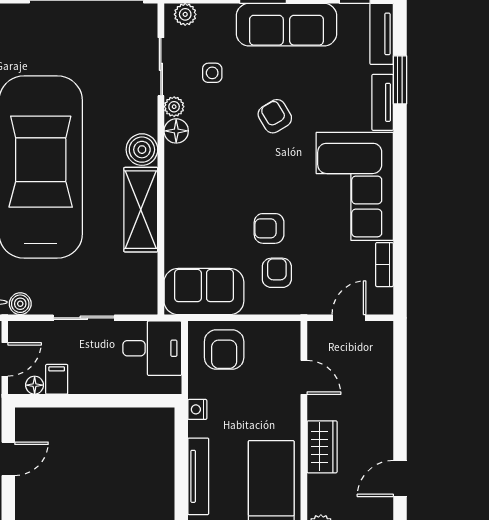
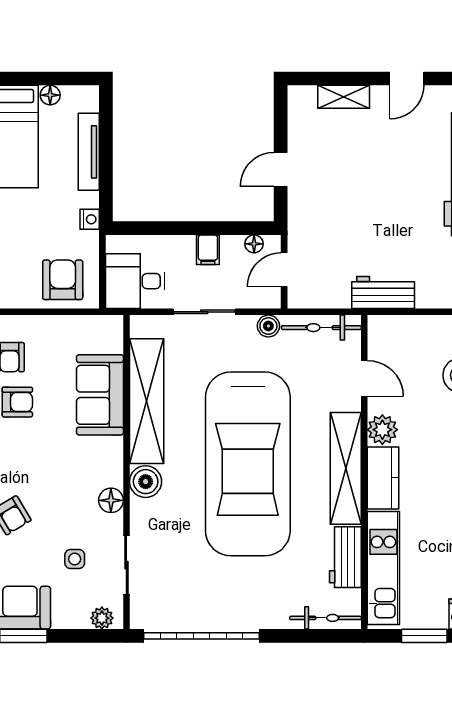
plant: (174, 107) -> (113, 525), removed
shelving: (141, 210) -> (147, 401), width x1.47
sofa: (204, 292) -> (100, 395), moved, turned 90
filing cabinet: (57, 379) -> (208, 250), moved

